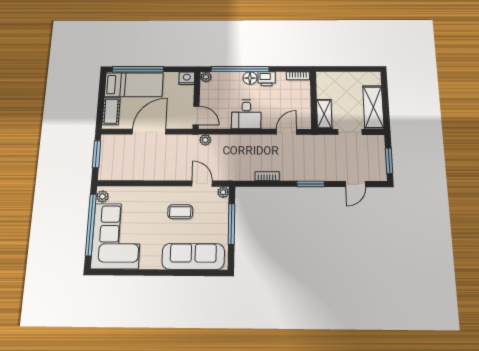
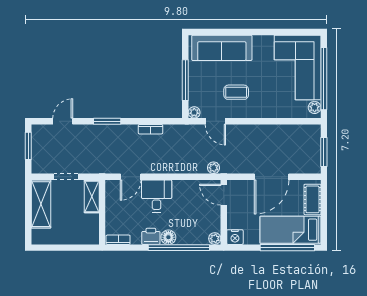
desk: (246, 114) -> (157, 196), moved

